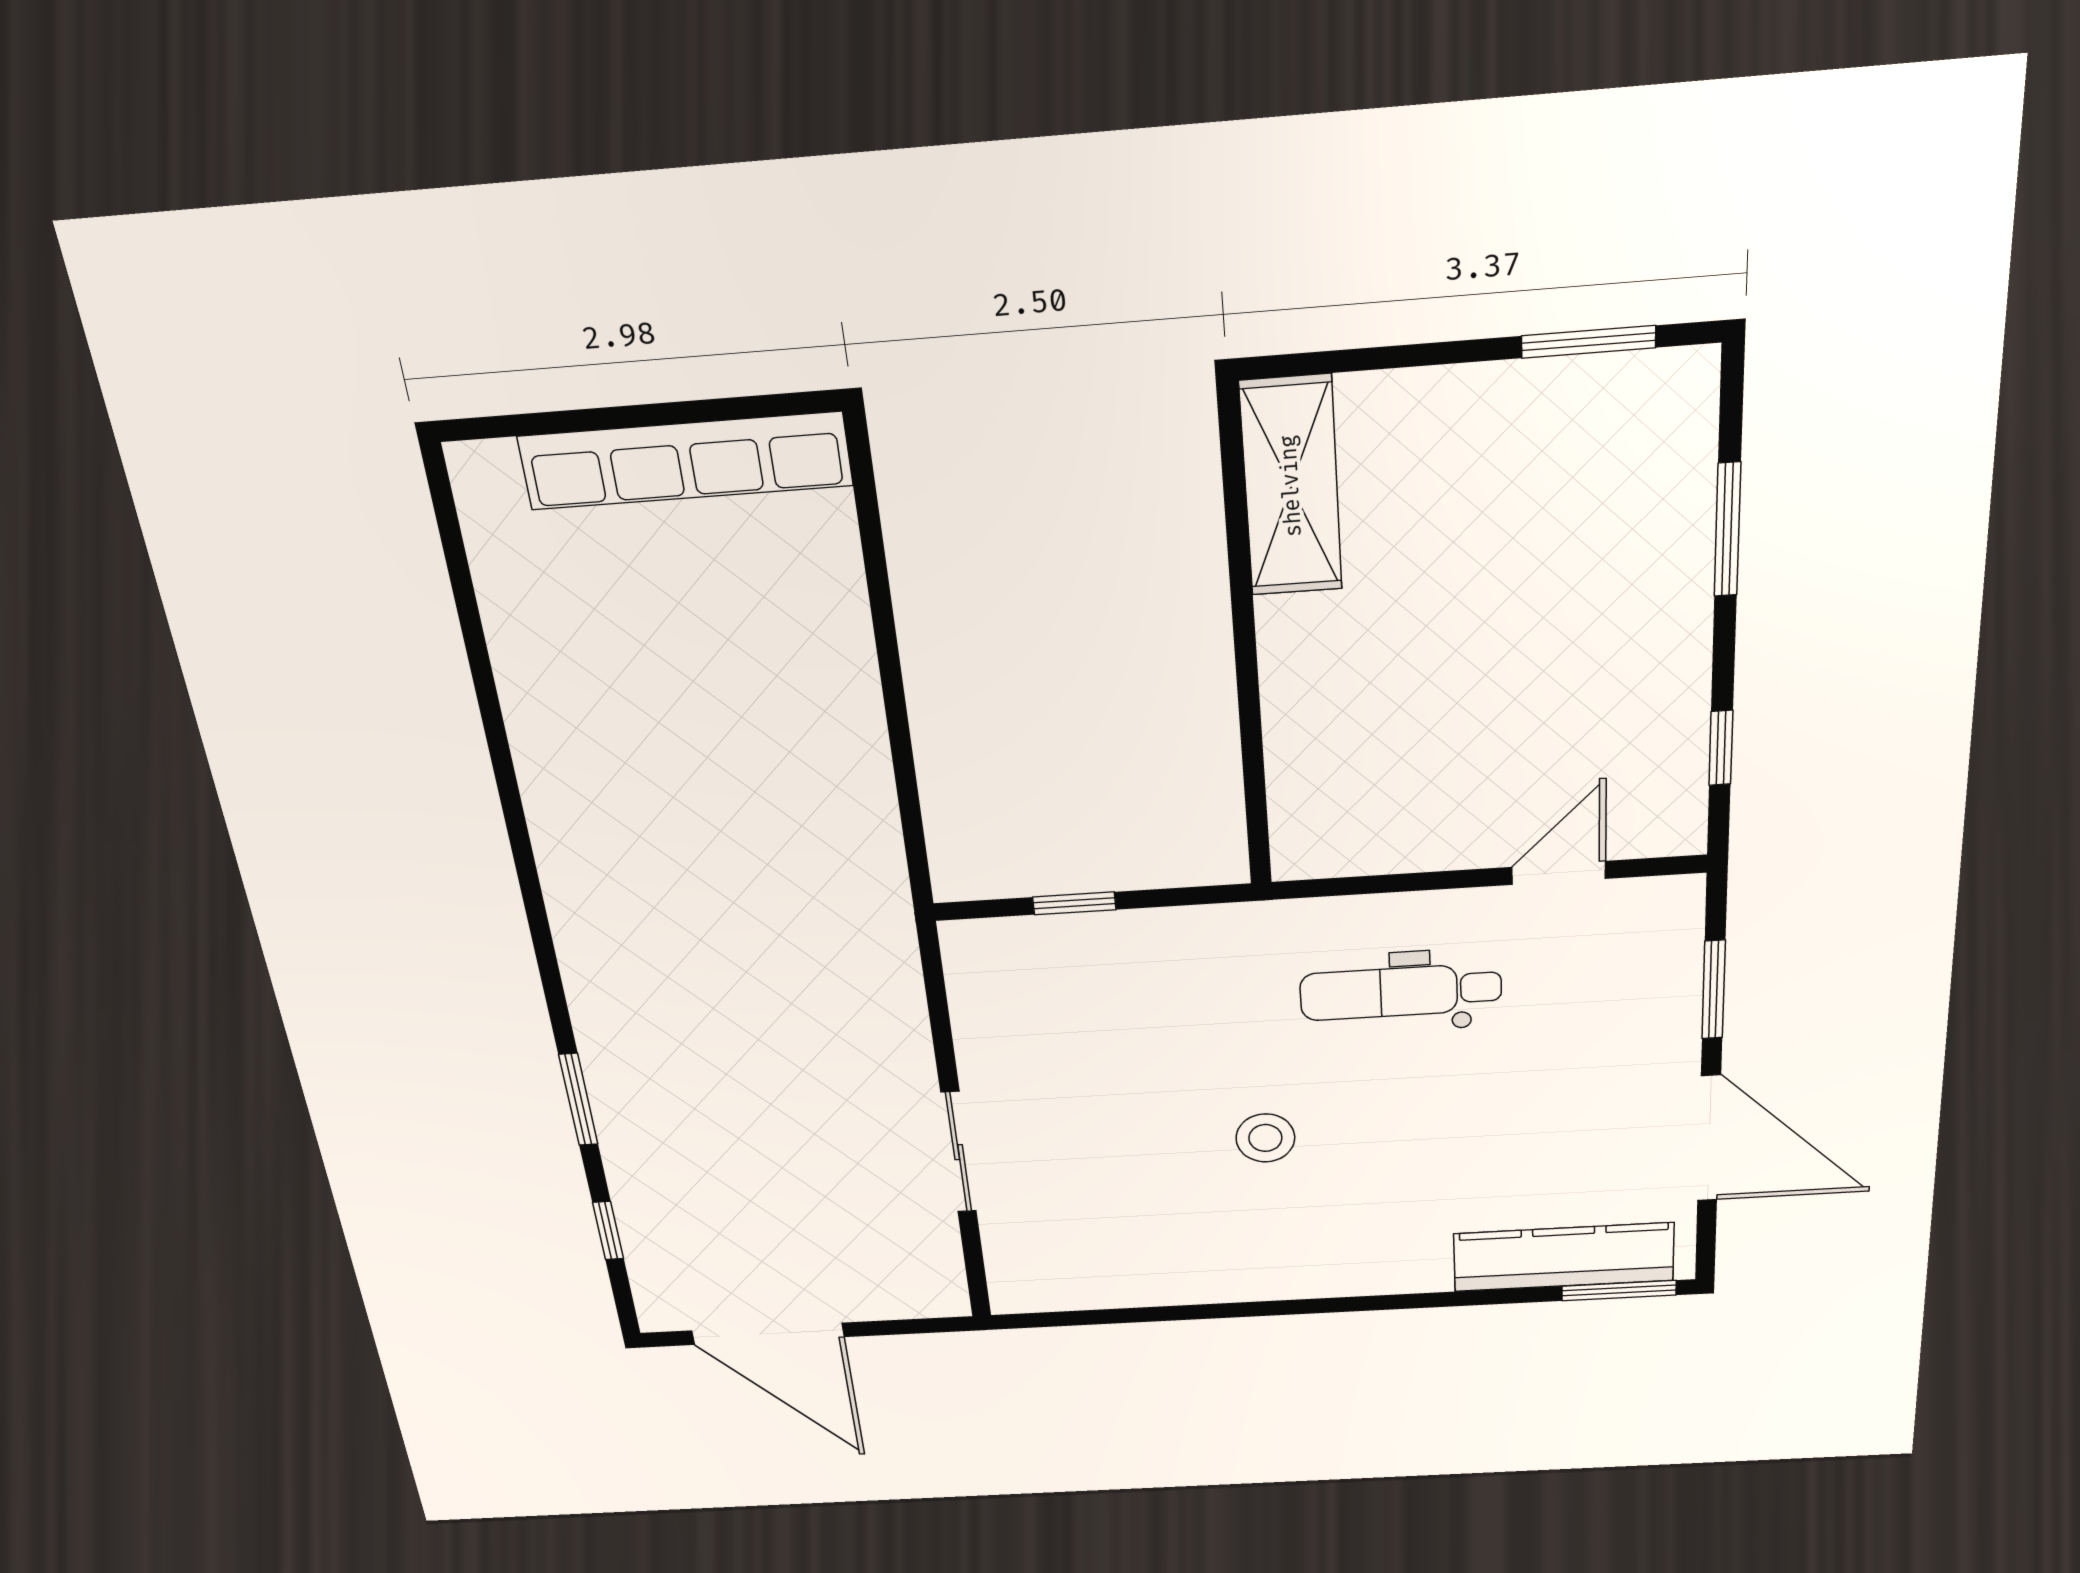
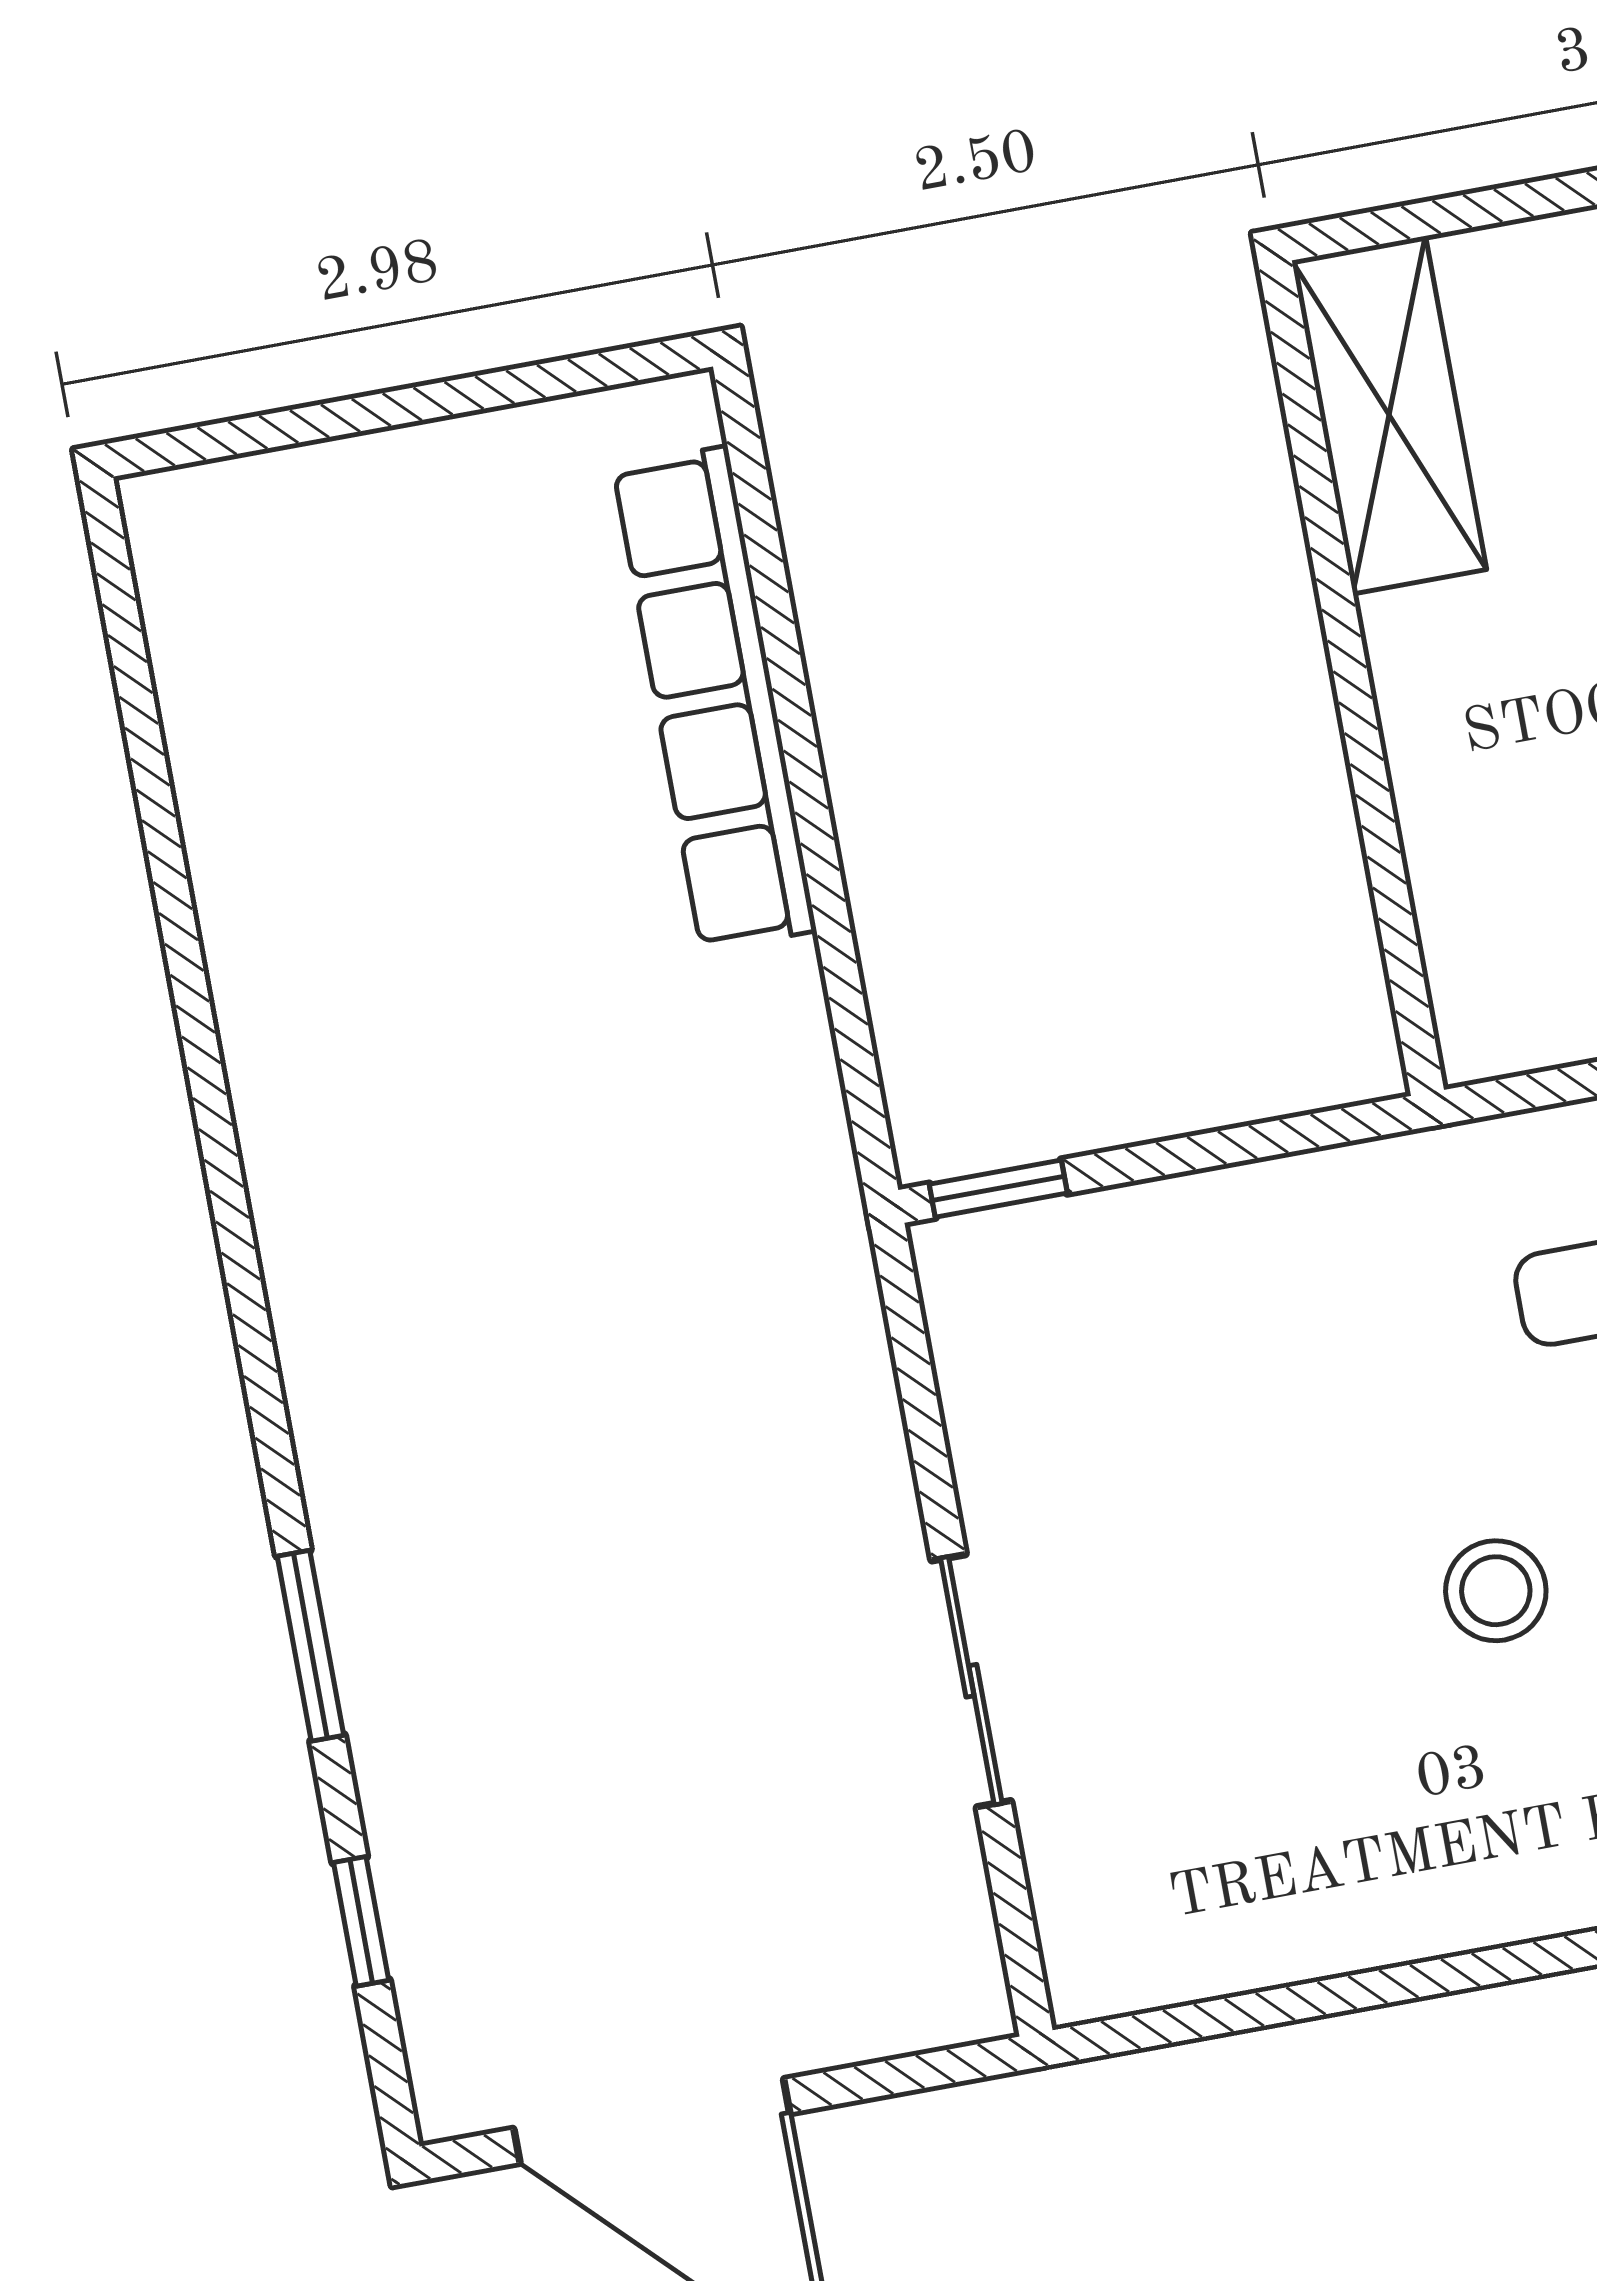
row of seats: (685, 461) -> (715, 699), moved, turned 90
window: (1074, 903) -> (998, 1189), moved

